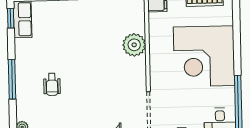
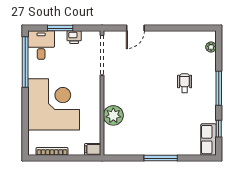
window: (11, 18) -> (219, 129), moved

